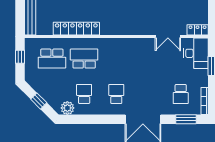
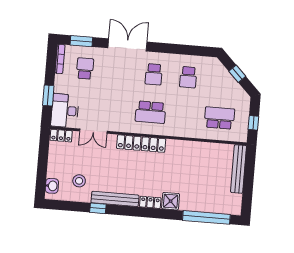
locker: (76, 29) -> (141, 144), moved
double door: (168, 37) -> (93, 131), swing flipped
school desk: (84, 59) -> (151, 112), moved
plant: (67, 108) -> (207, 64), removed

